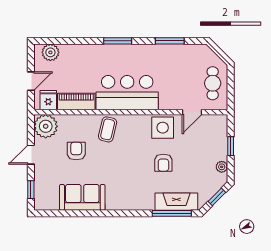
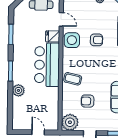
plant: (50, 52) -> (18, 90), moved
fridge: (48, 100) -> (53, 36), moved
piano: (76, 102) -> (53, 101), removed

